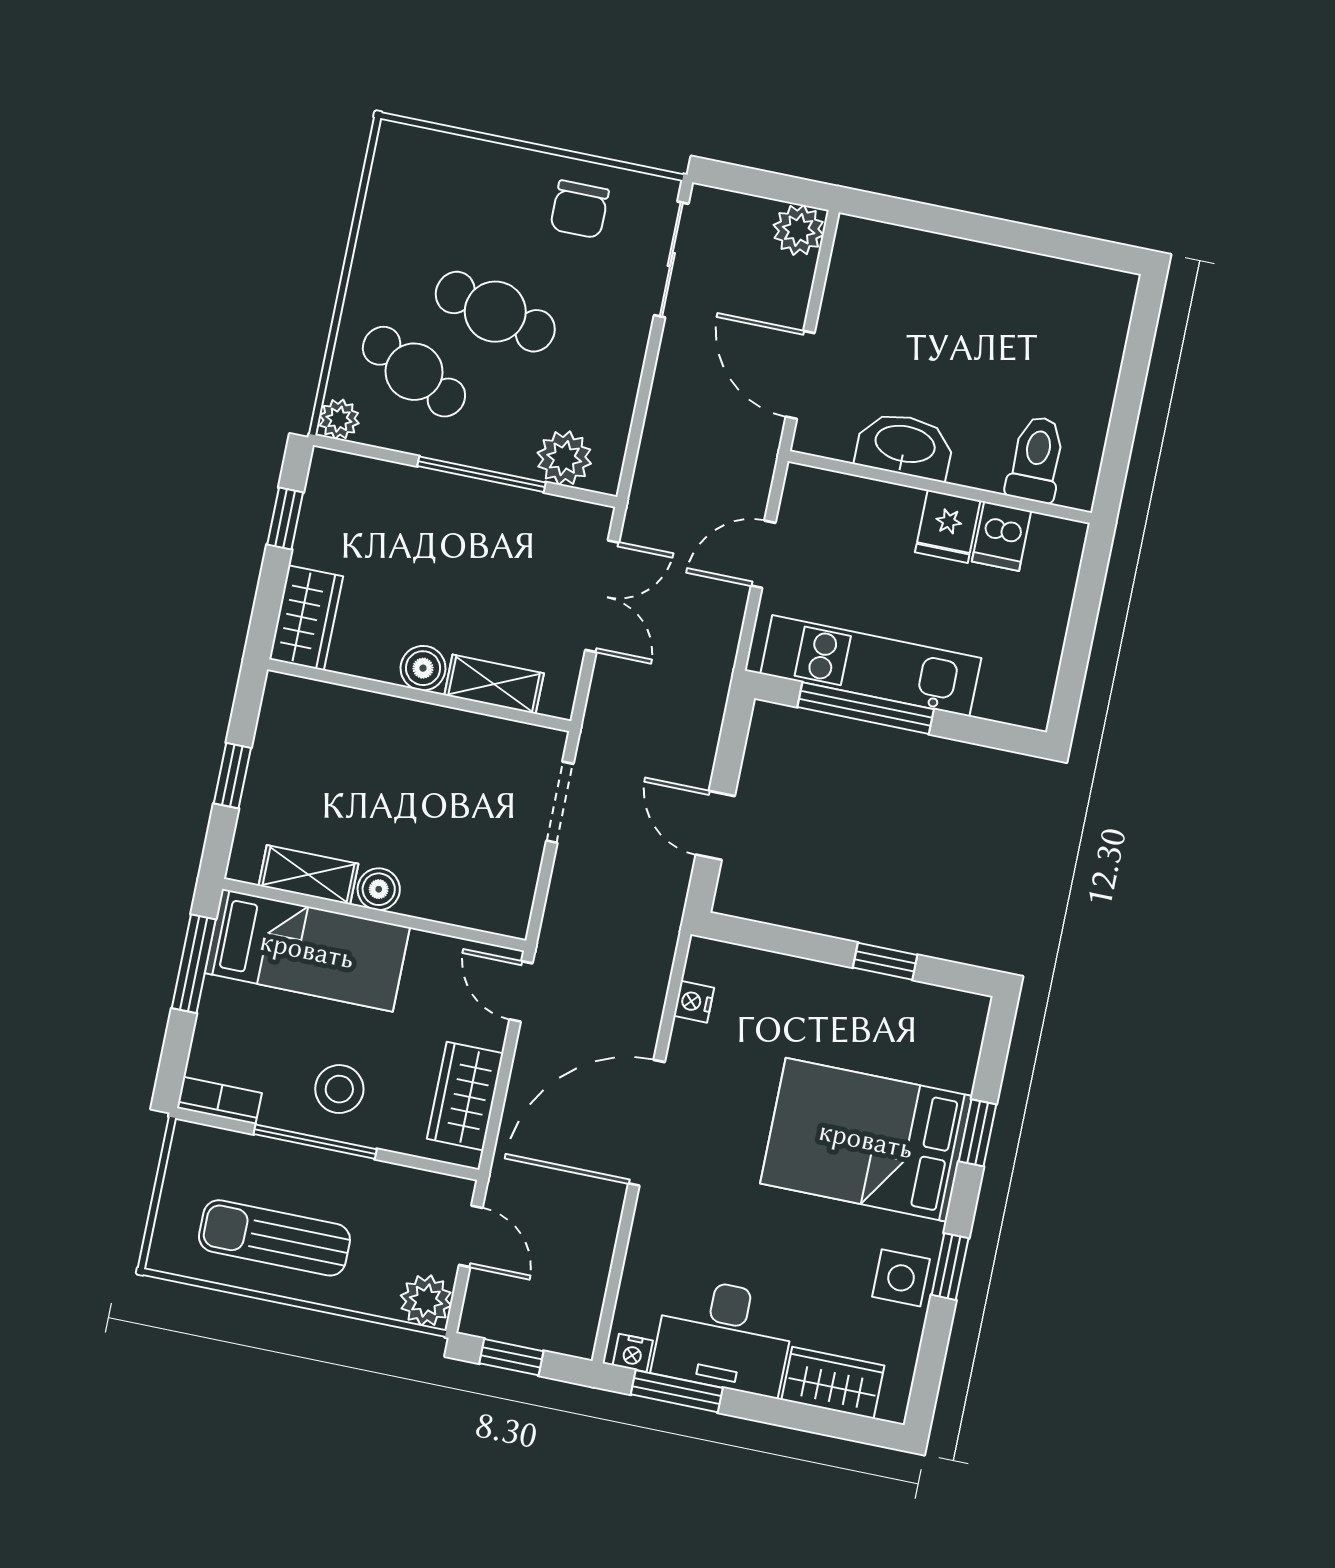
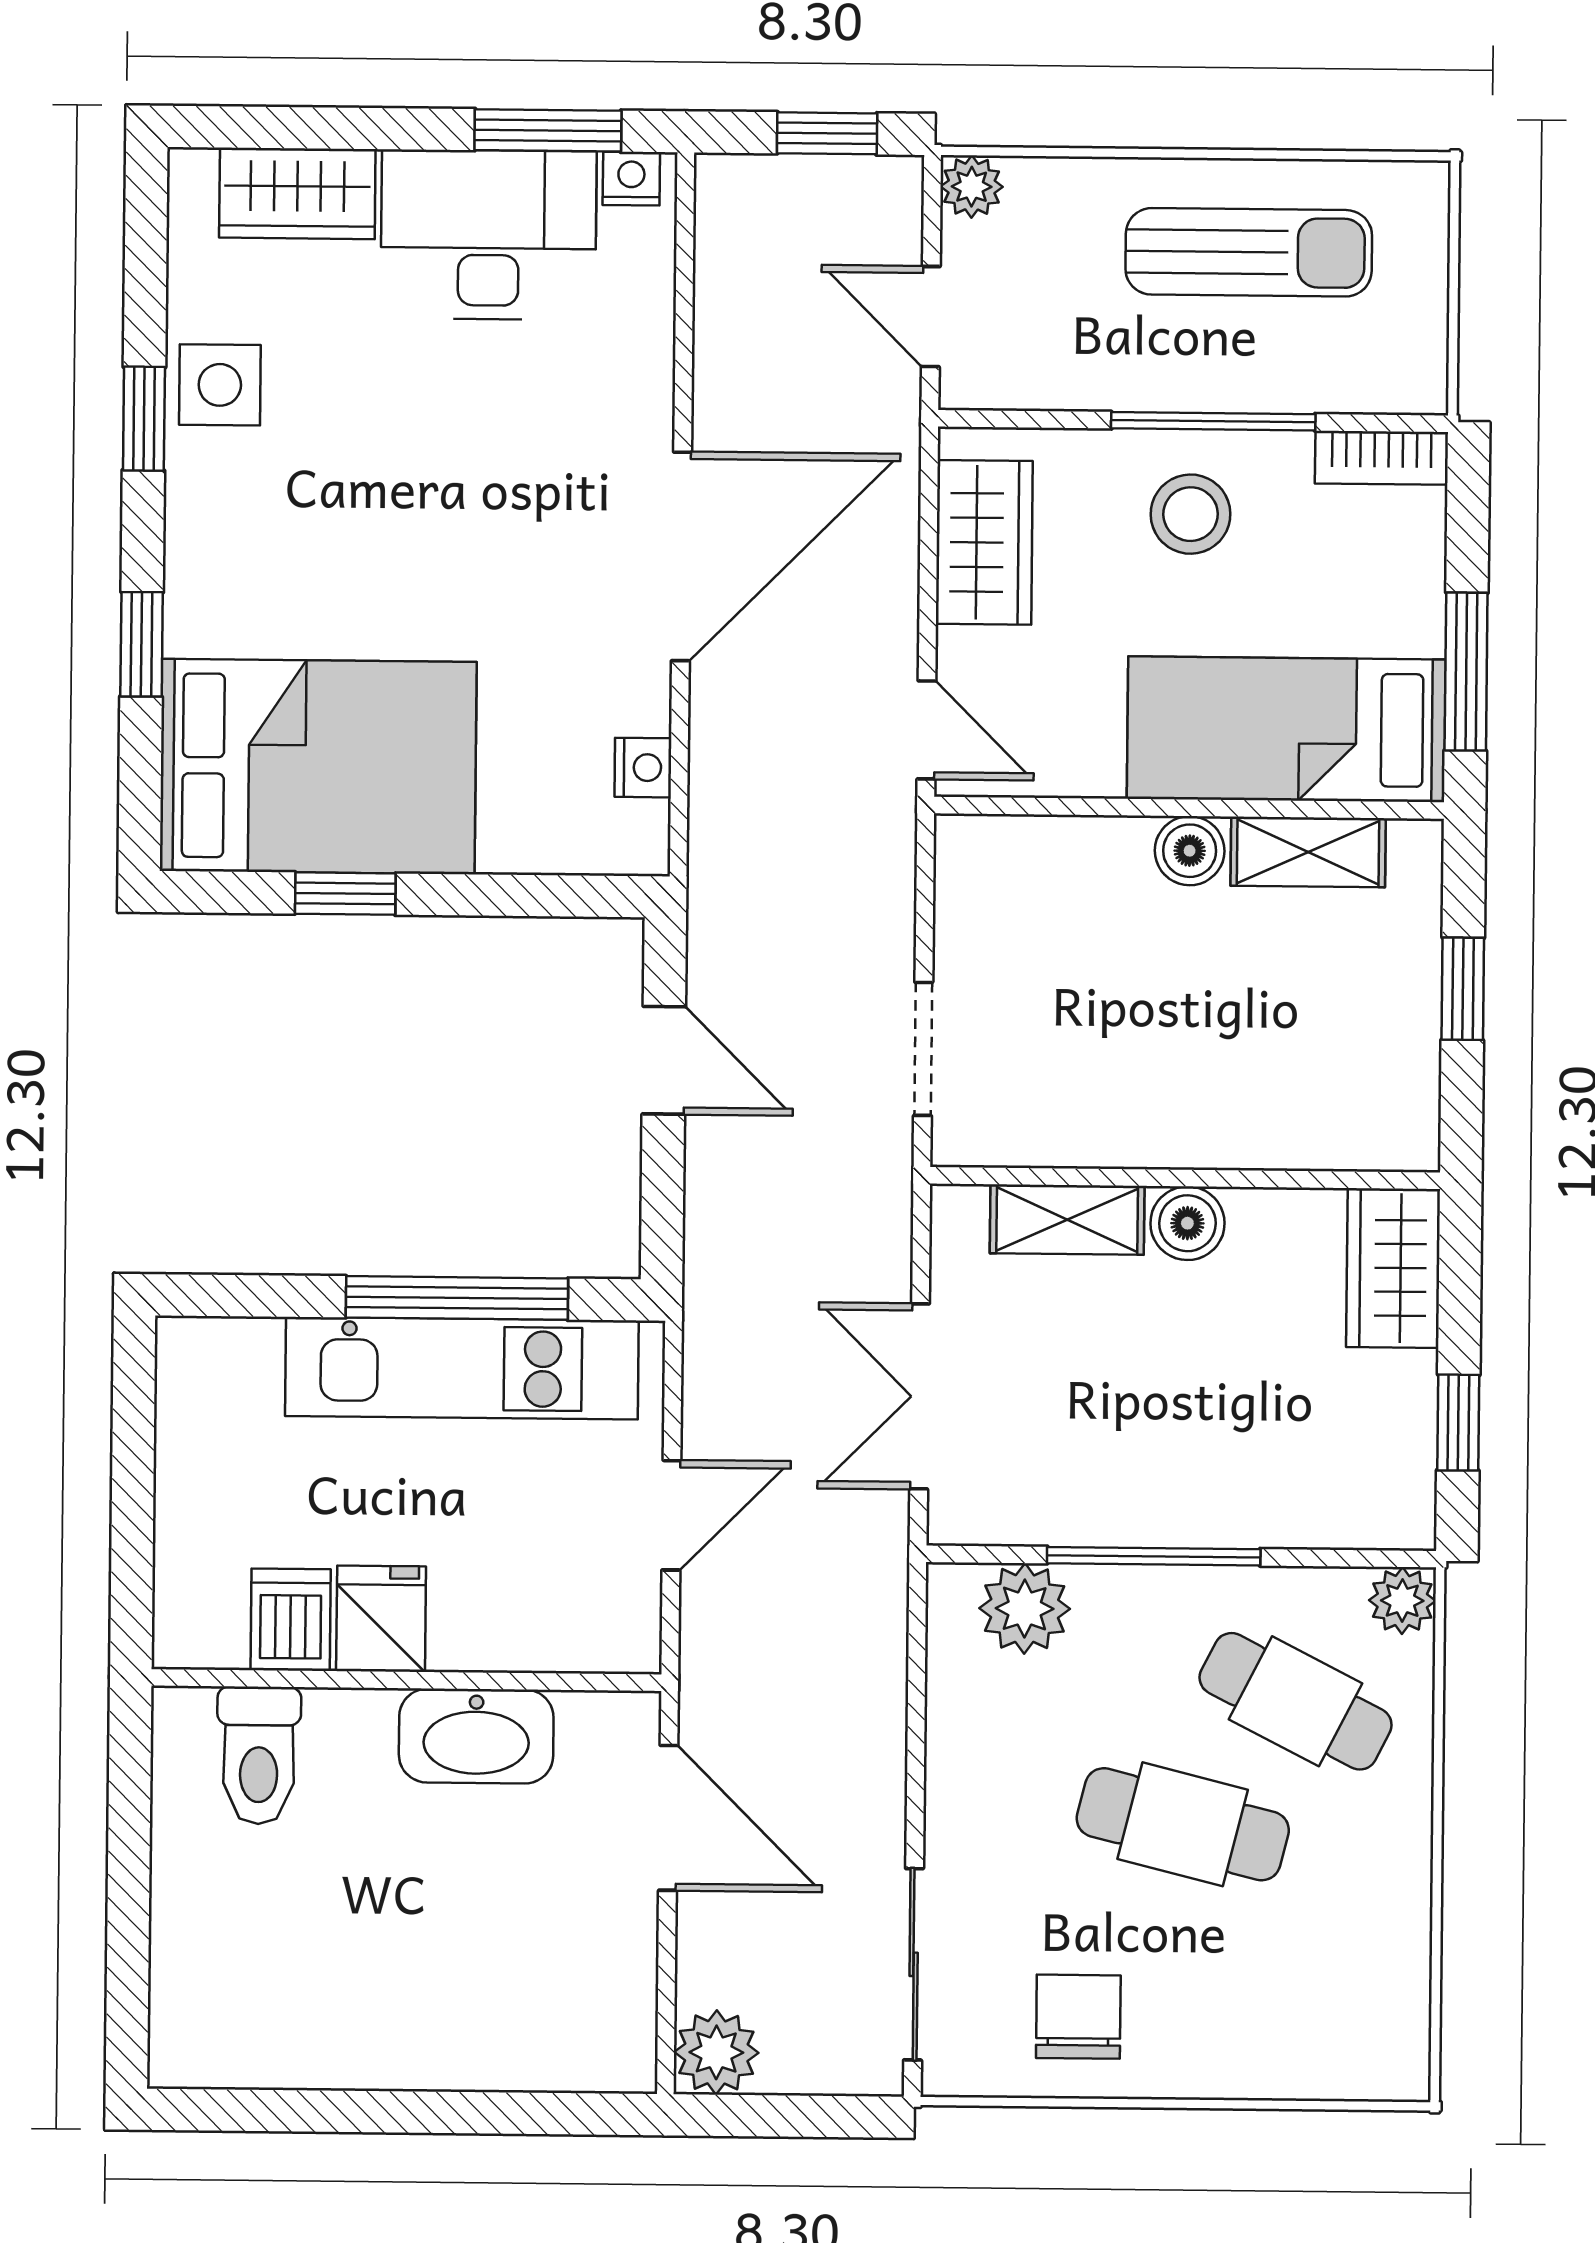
bed: (866, 1140) -> (318, 767), moved
plant: (426, 1300) -> (972, 187), width x0.73, depth x0.73

